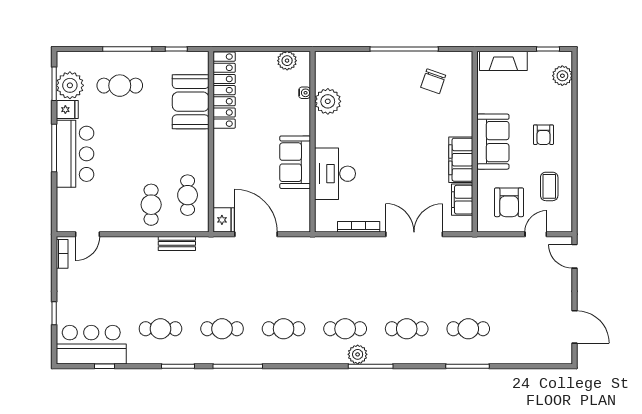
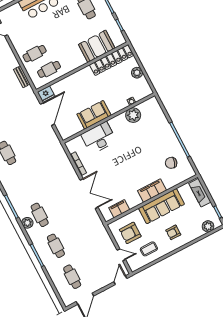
plant: (287, 61) -> (137, 73), moved
sofa: (493, 142) -> (162, 206), width x1.36
filing cabinet: (461, 160) -> (152, 191), moved
cafe table: (345, 329) -> (72, 277), moved
plant: (358, 354) -> (27, 223), moved

